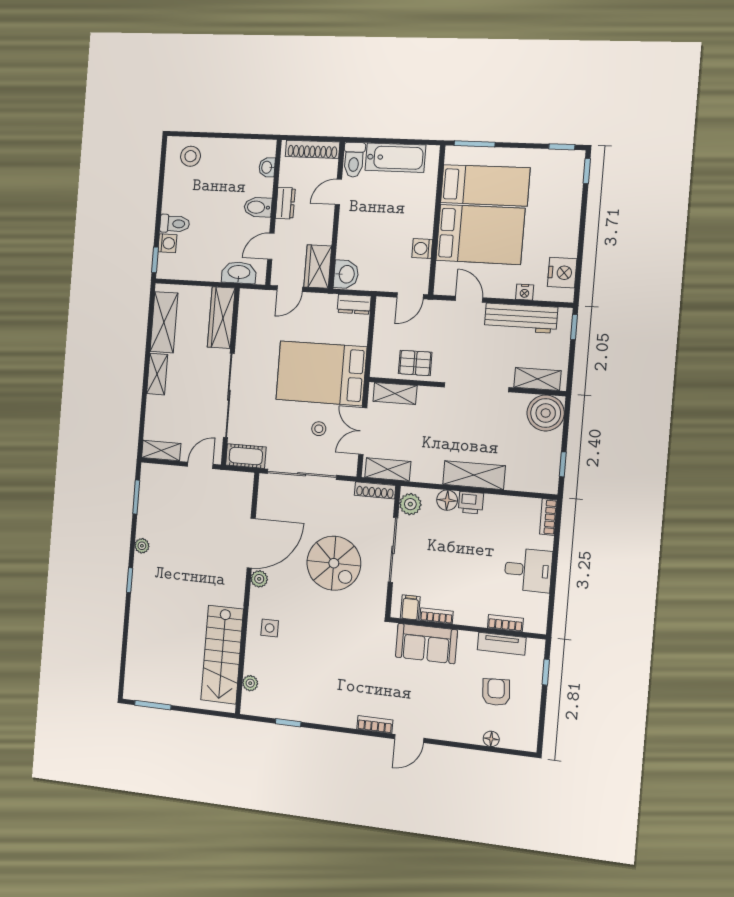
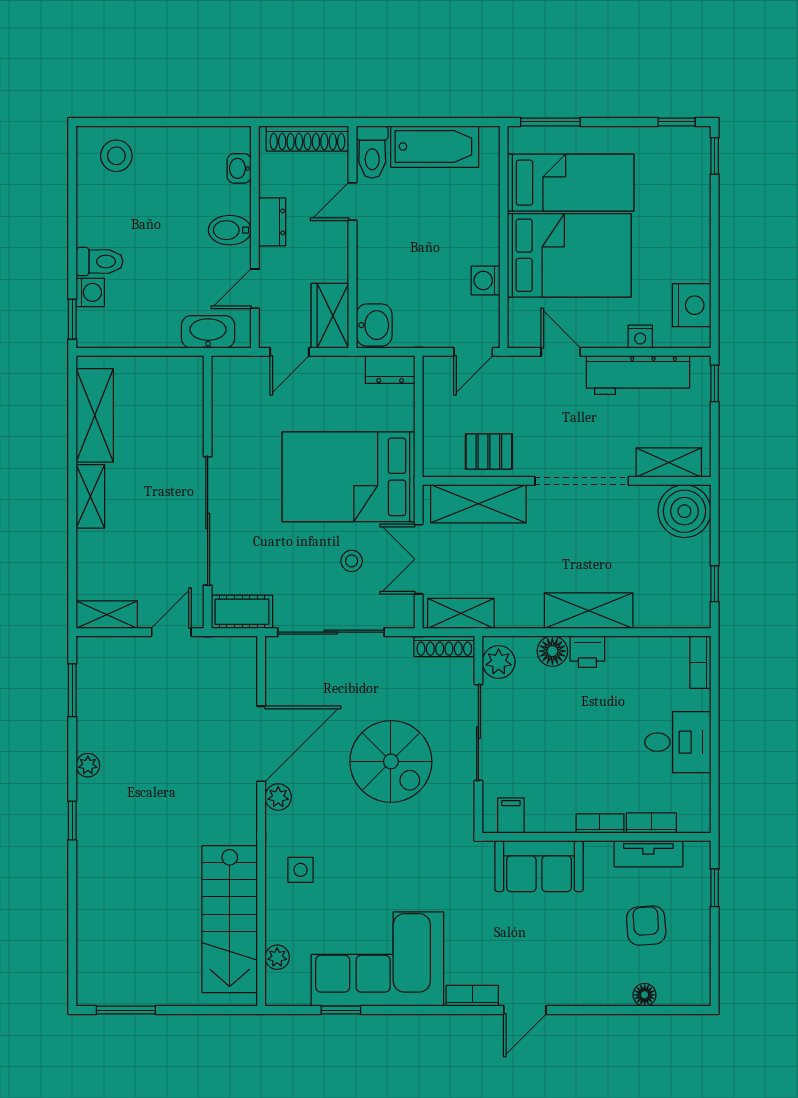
wardrobe: (221, 318) -> (186, 402), removed
shelving: (395, 393) -> (478, 504), width x1.50, depth x1.33
bookcase: (436, 616) -> (600, 823), moved
corner sofa: (314, 692) -> (377, 959), added

